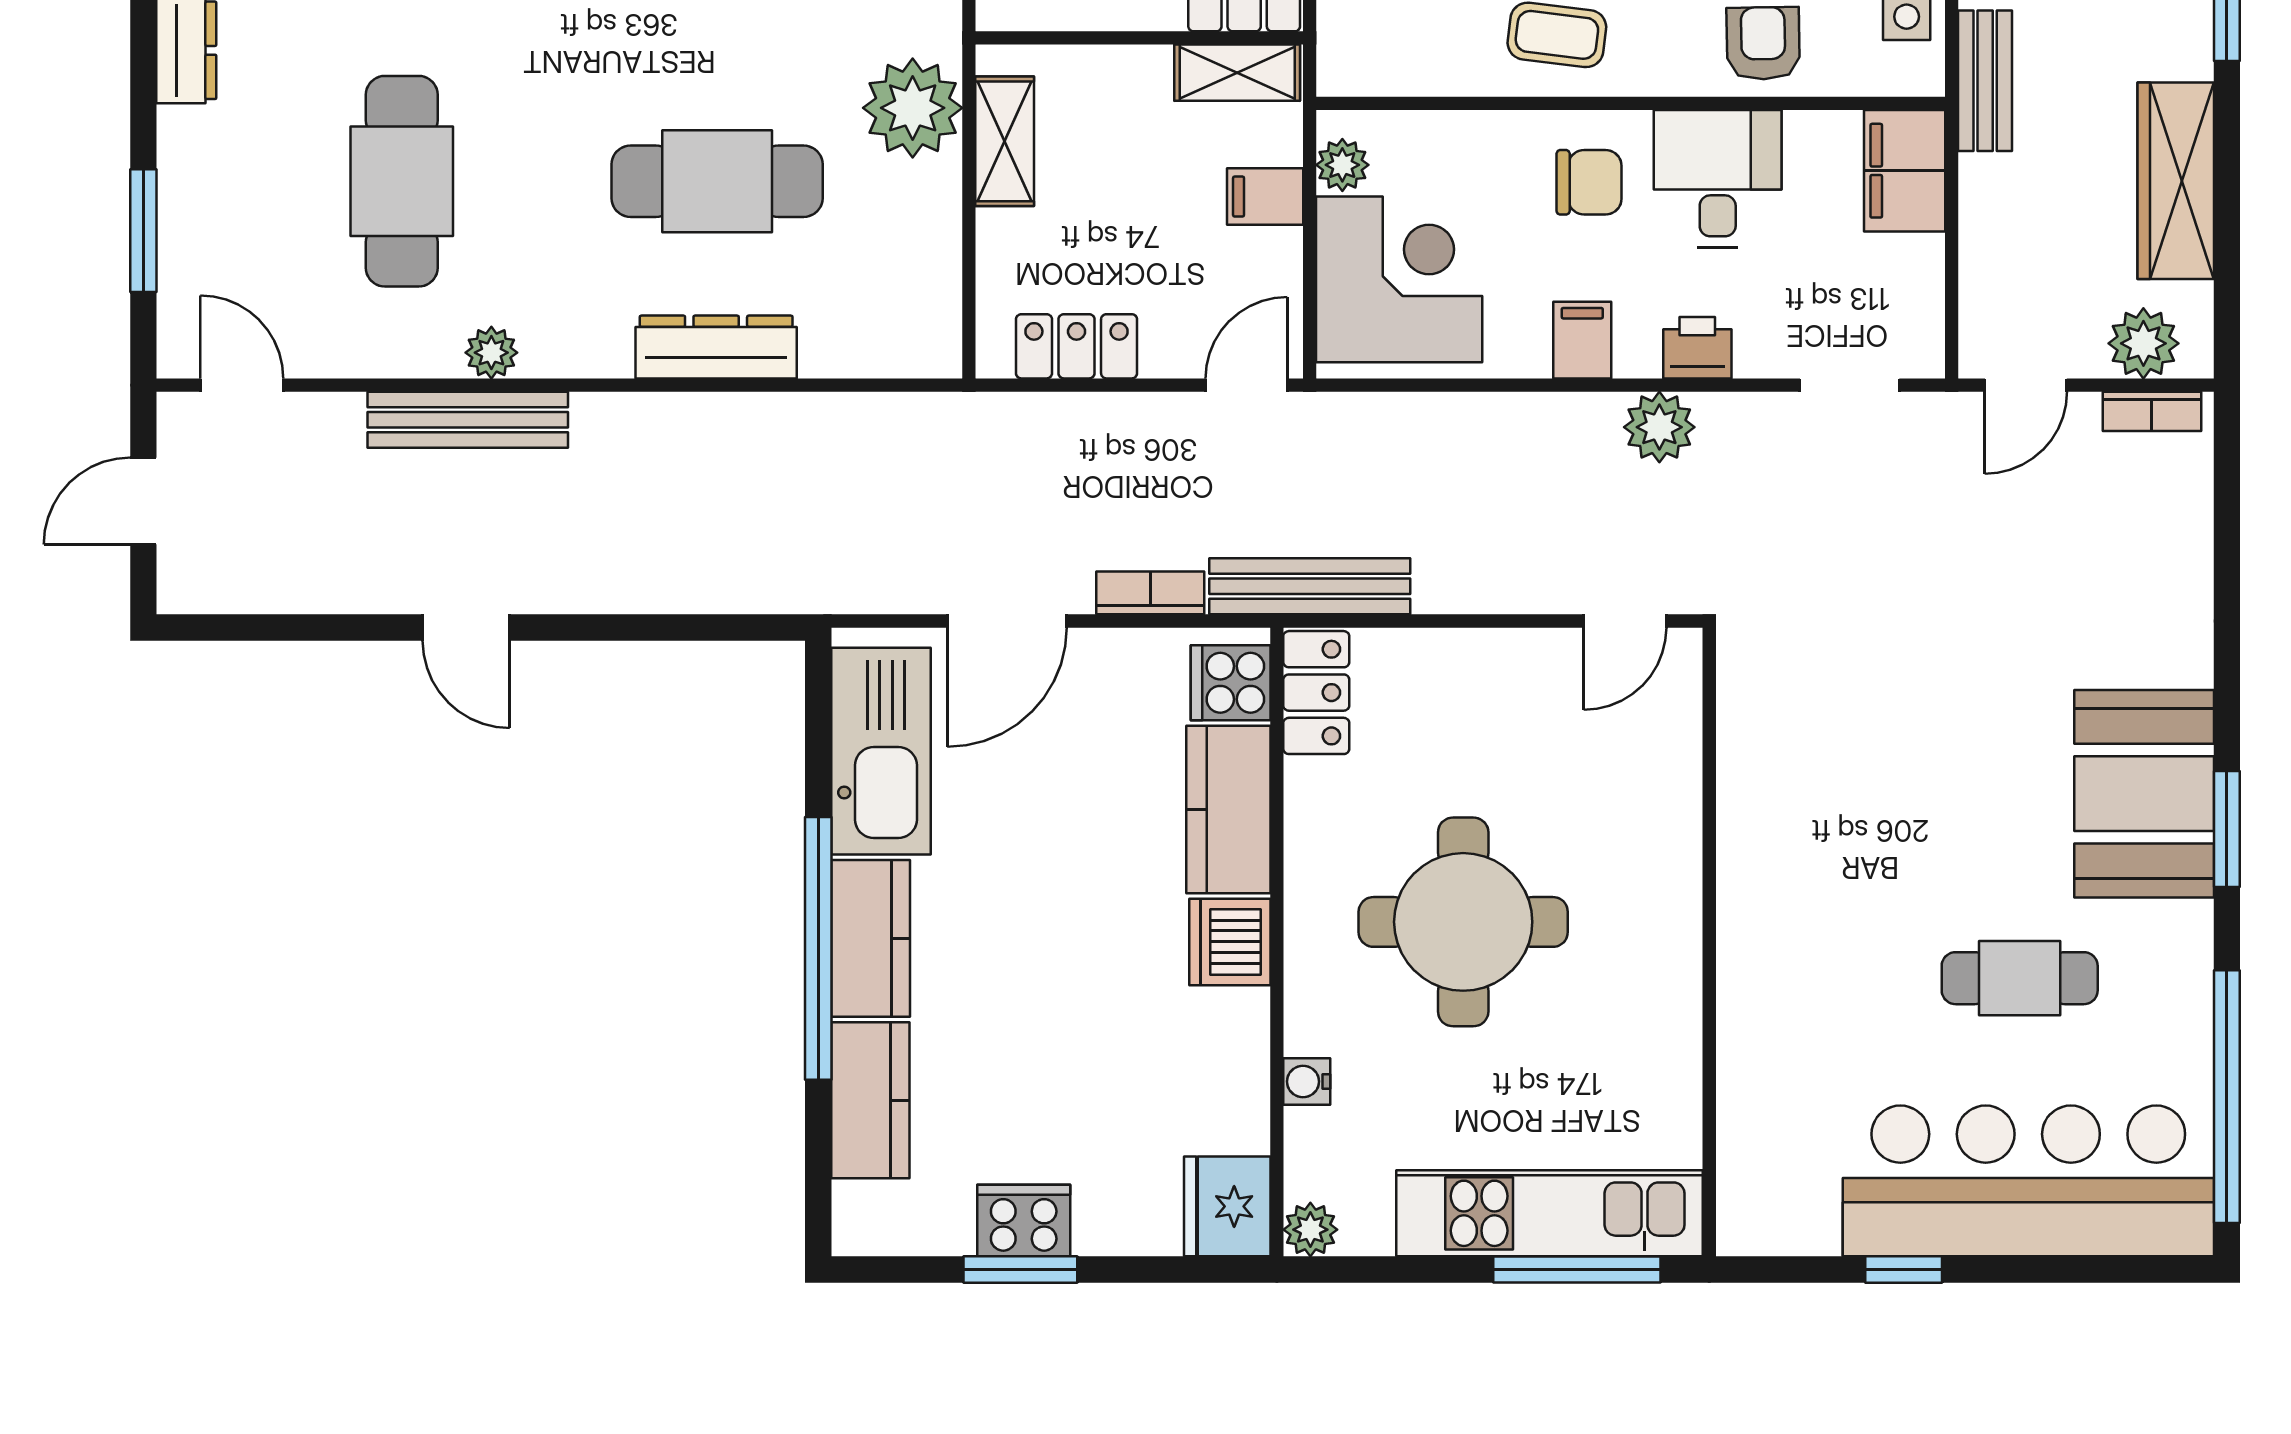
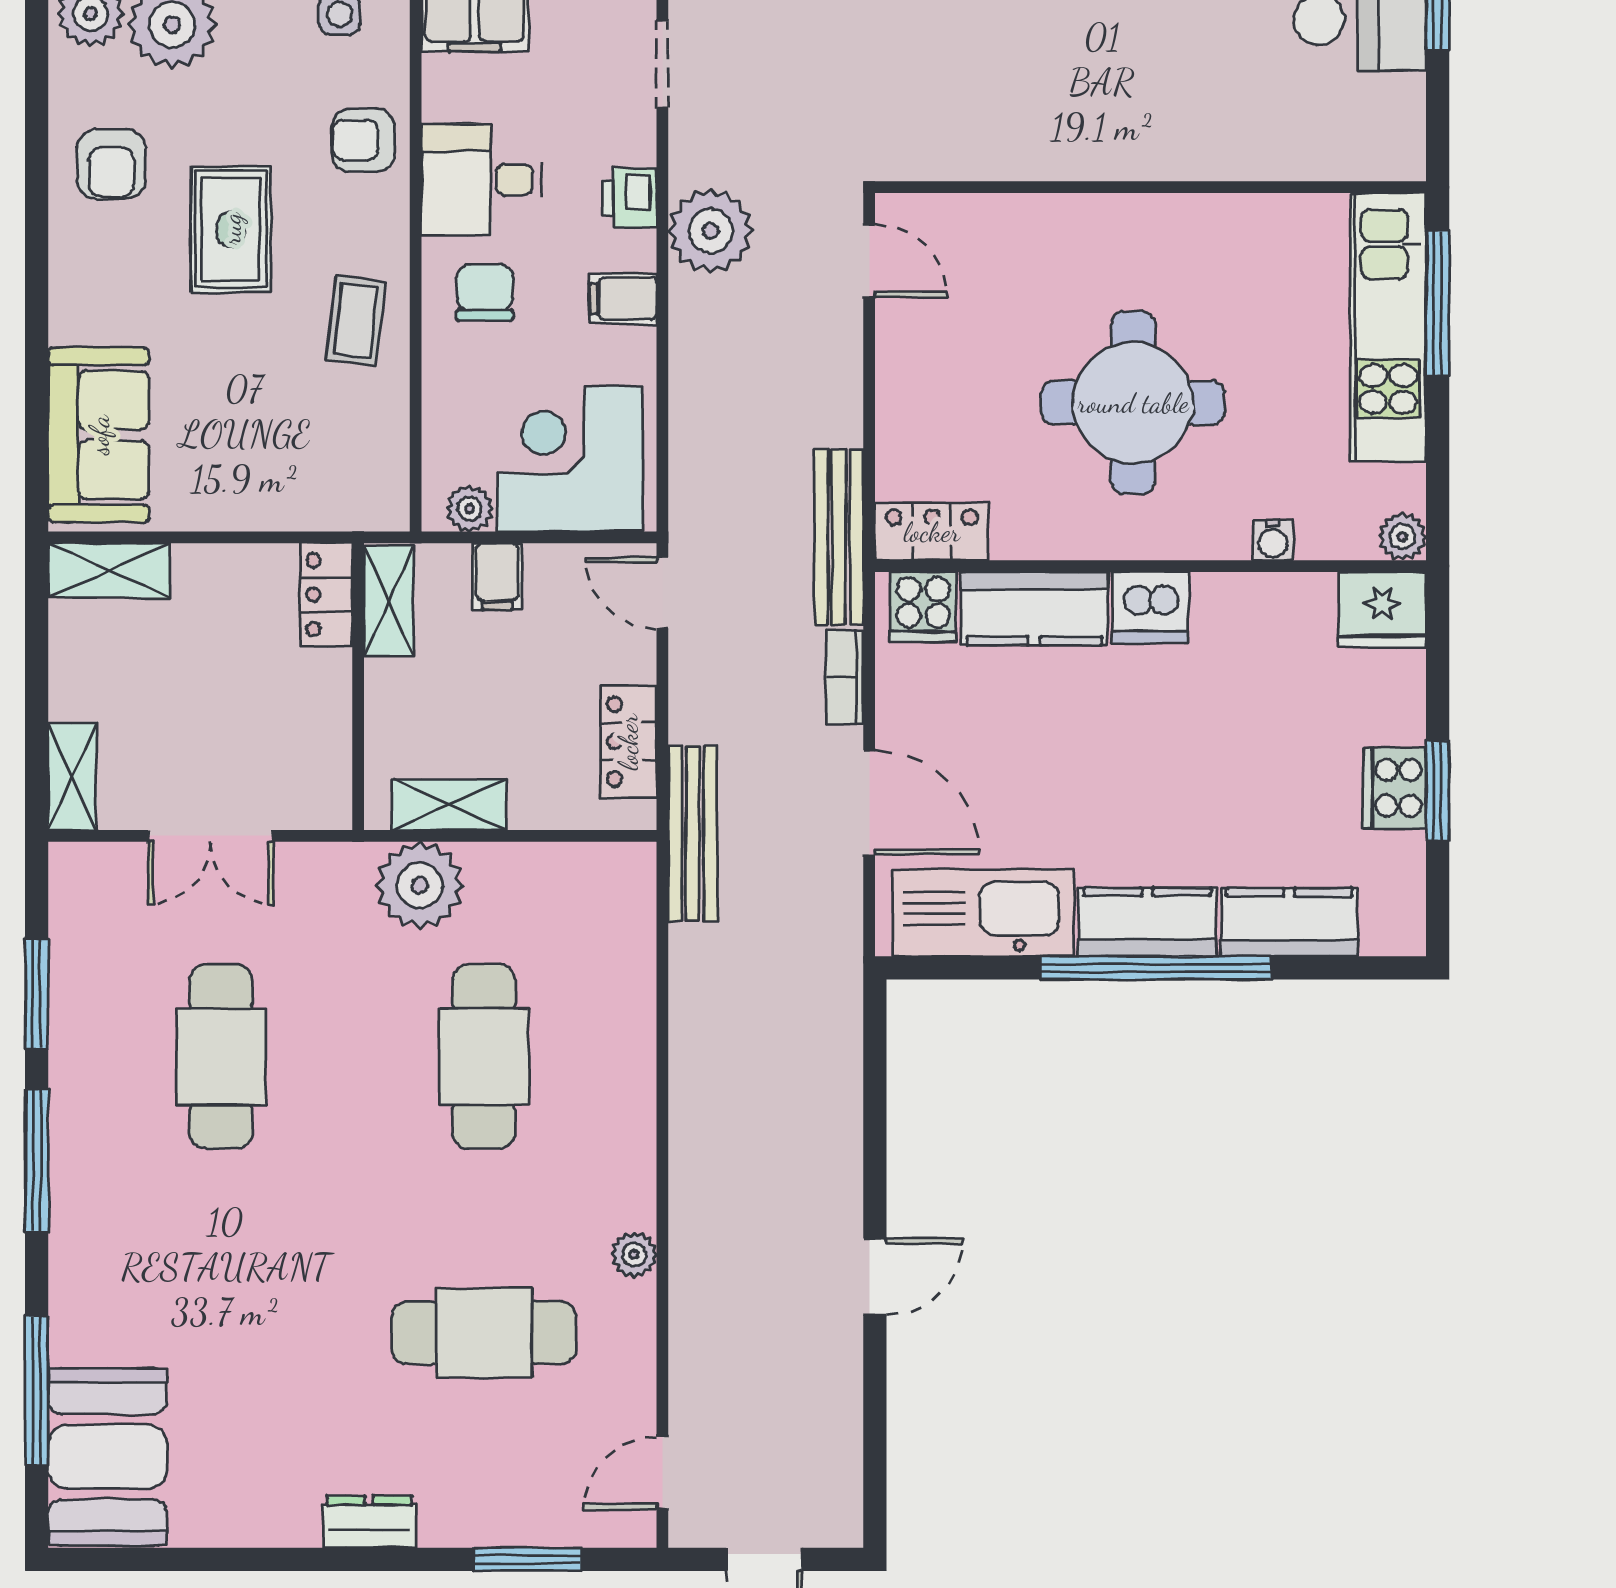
dresser: (716, 347) -> (629, 1057), removed
bench: (468, 420) -> (693, 833), moved
plant: (1659, 427) -> (711, 231), width x1.36, depth x1.36

